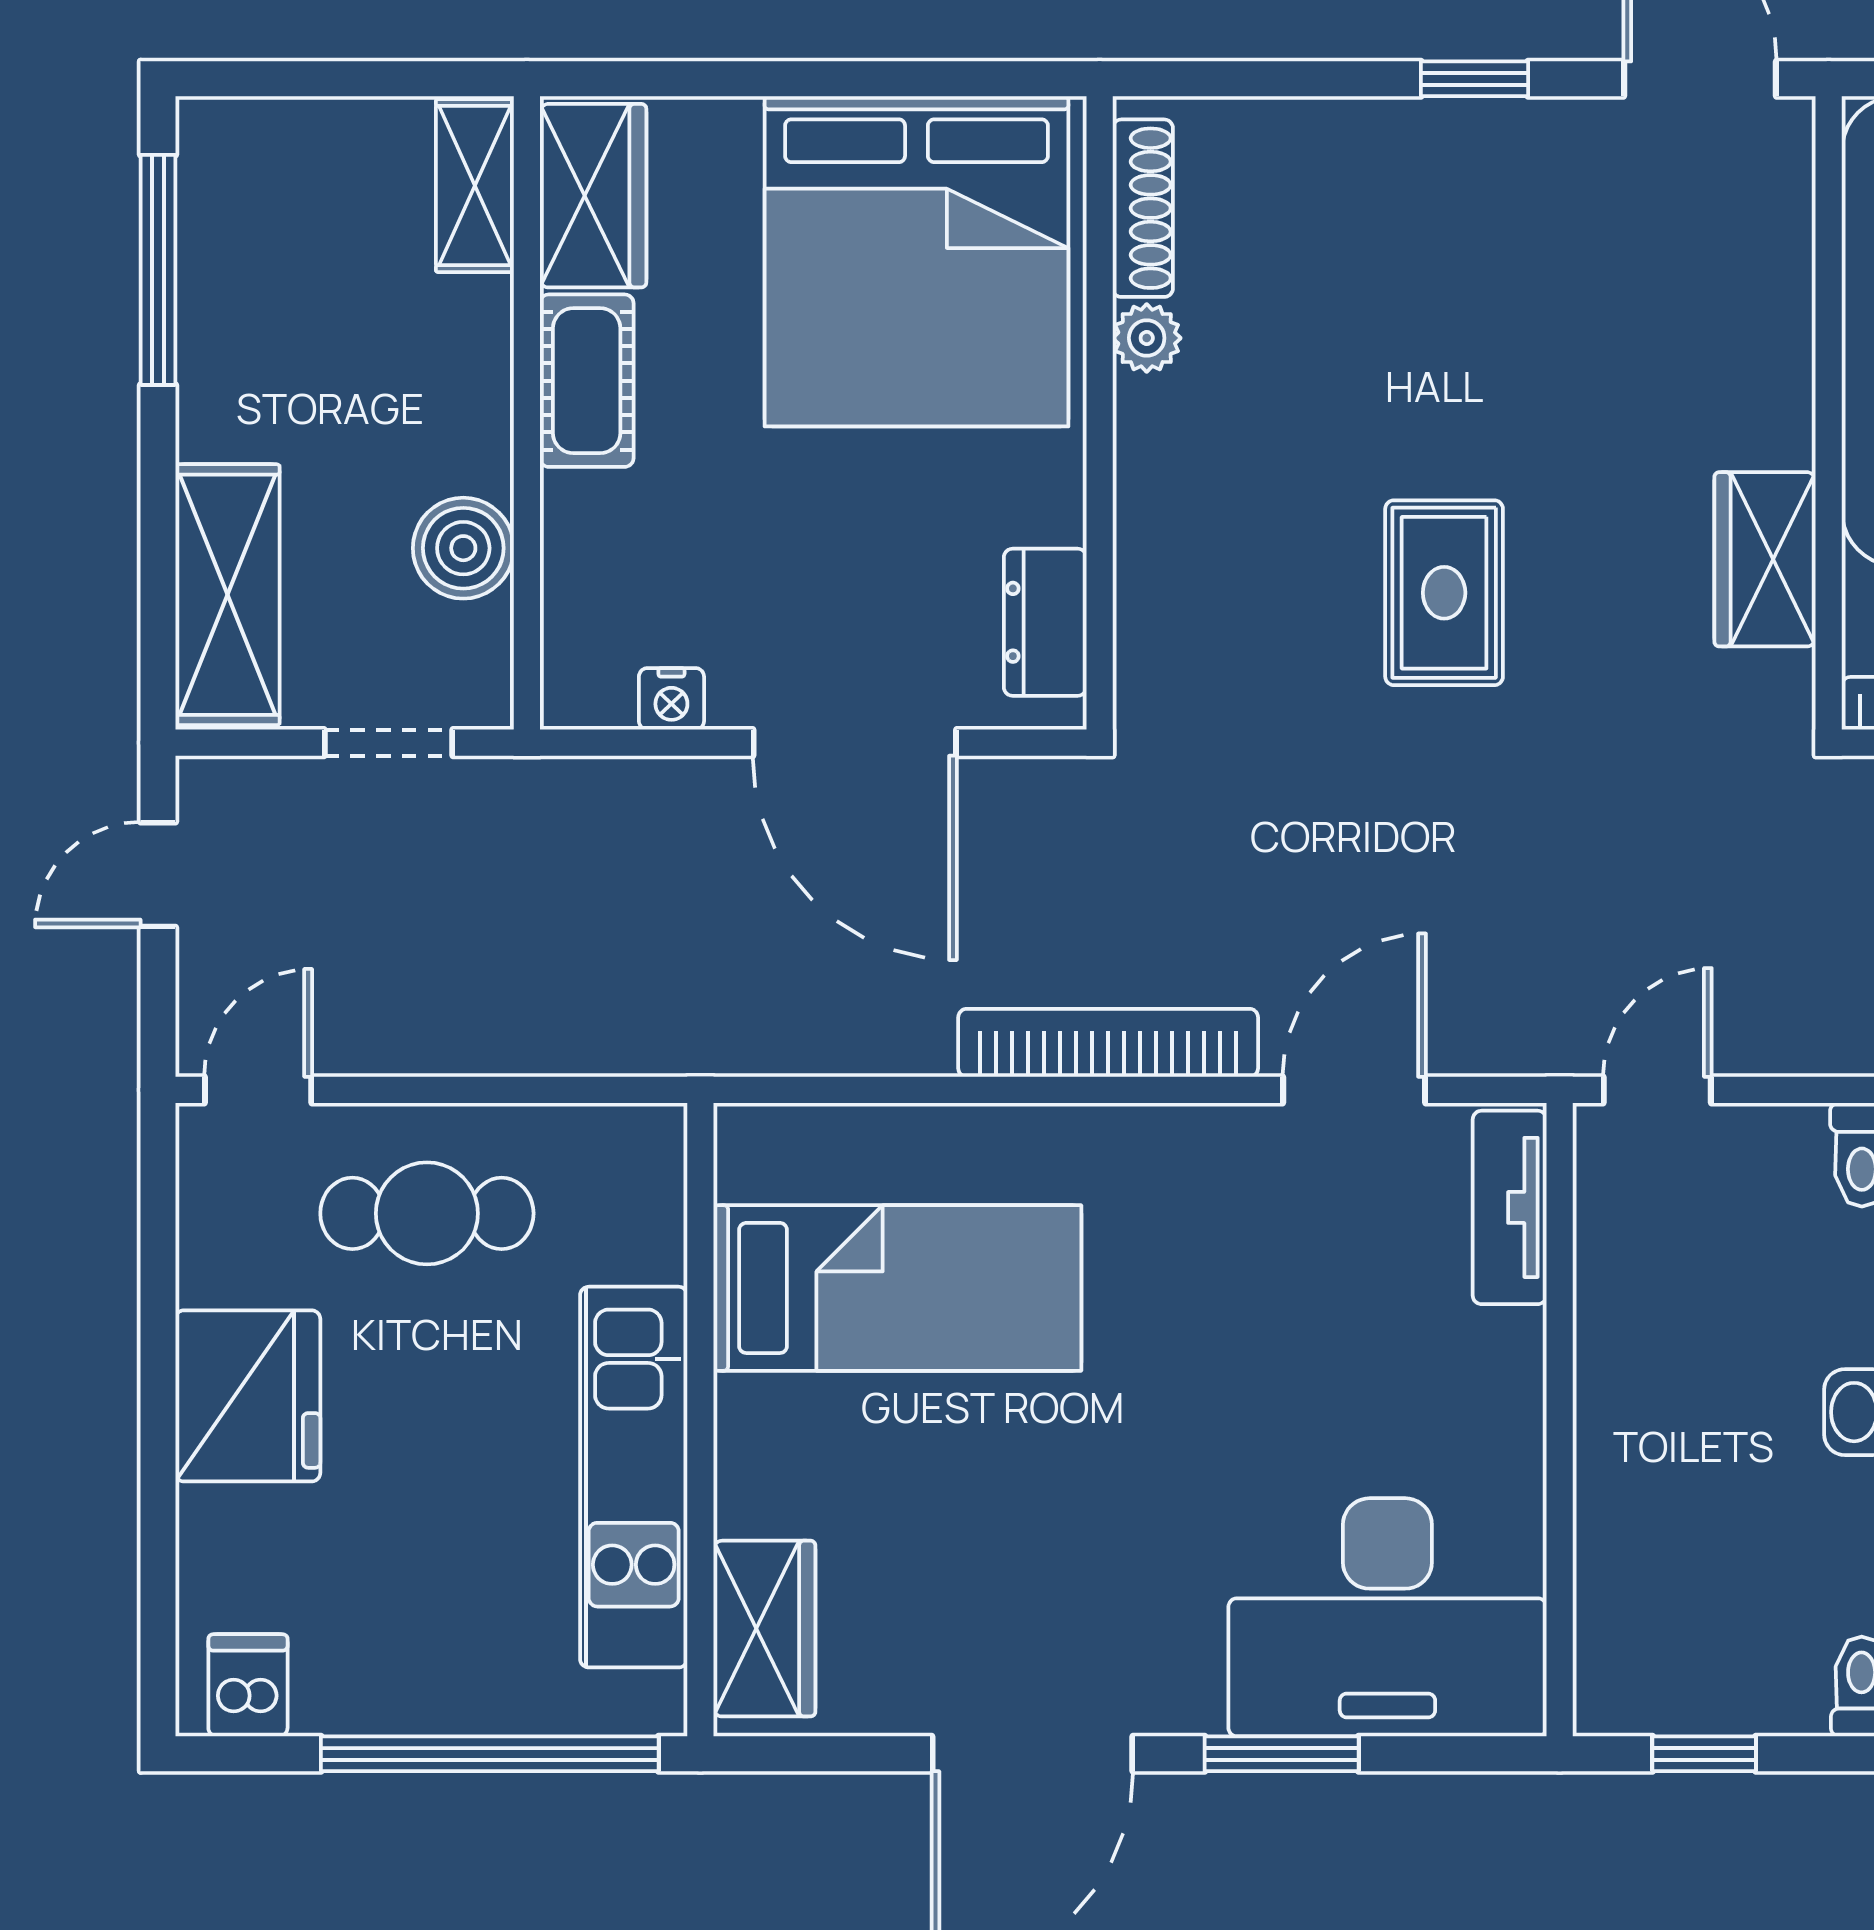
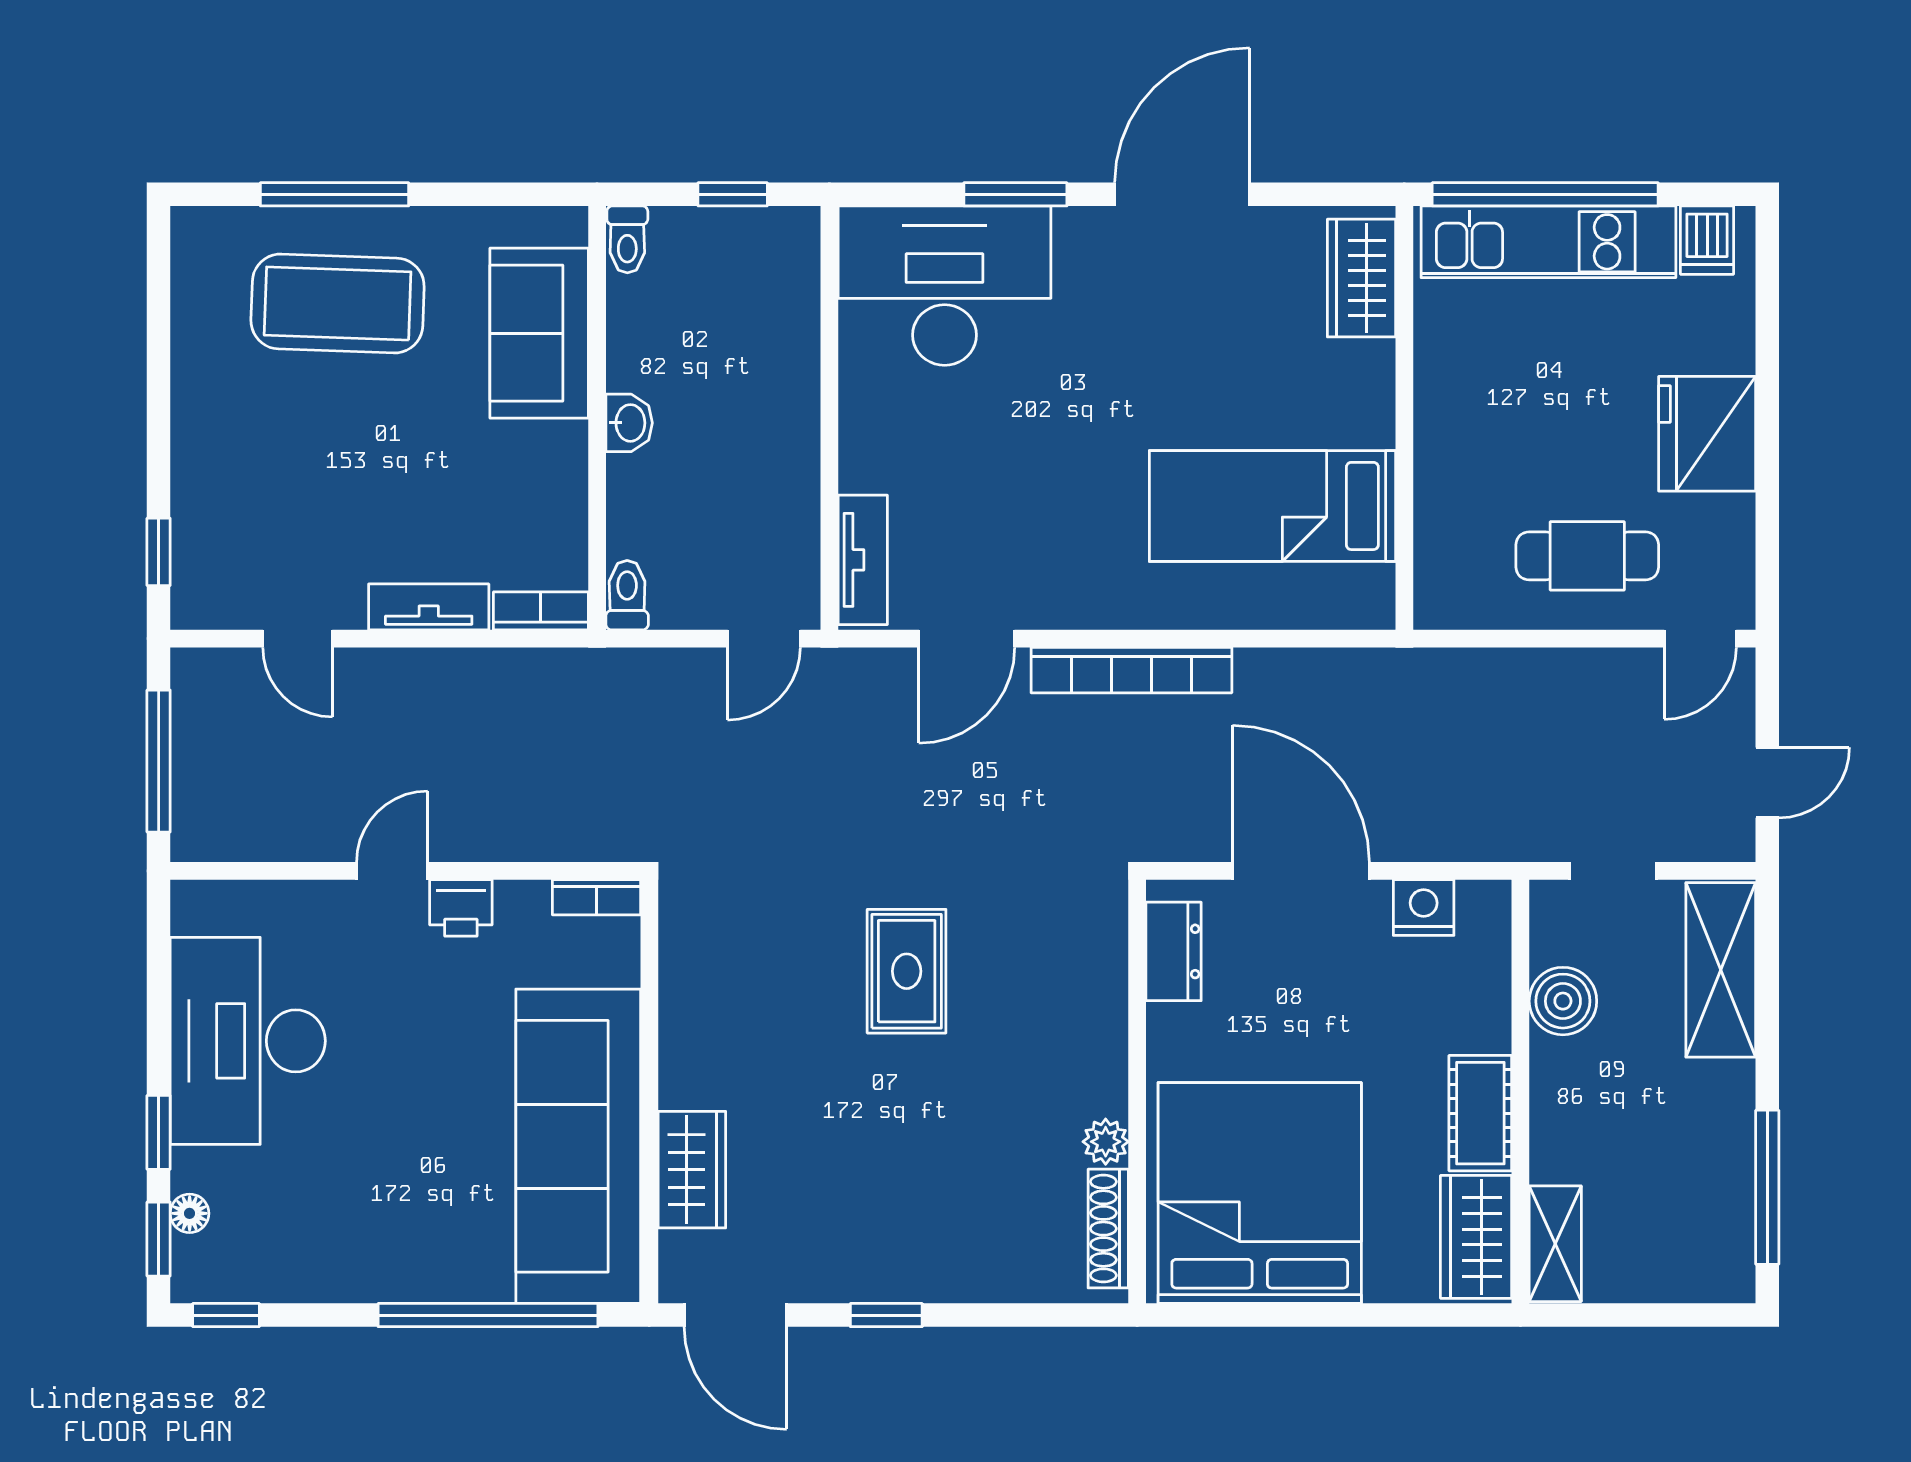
wardrobe: (1765, 559) -> (692, 1170), moved
nightstand: (671, 699) -> (1424, 907), width x1.39, depth x1.35
kitchen unit: (634, 1477) -> (1548, 242), moved, turned 90

